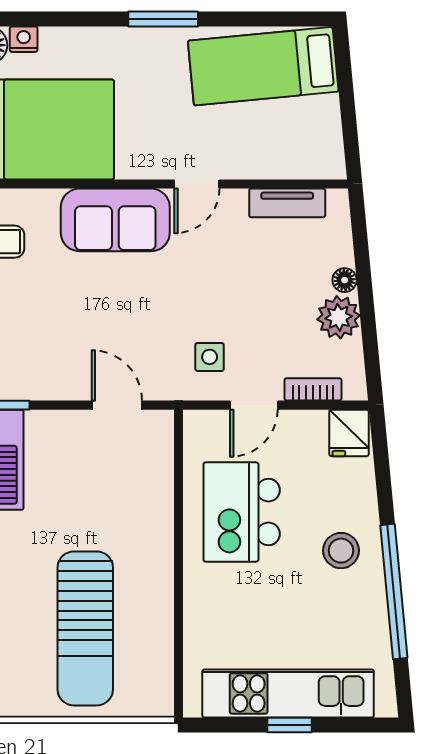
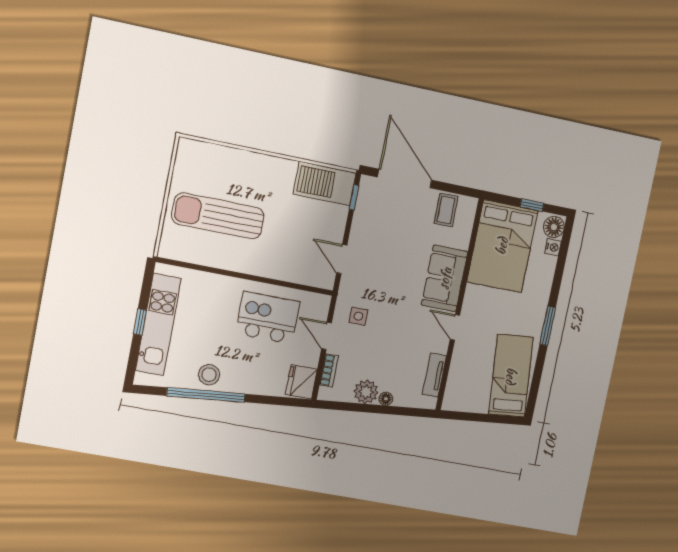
door: (117, 405) -> (342, 259), swing flipped
fridge: (349, 433) -> (301, 382), width x1.38
stool: (341, 551) -> (209, 375), moved

